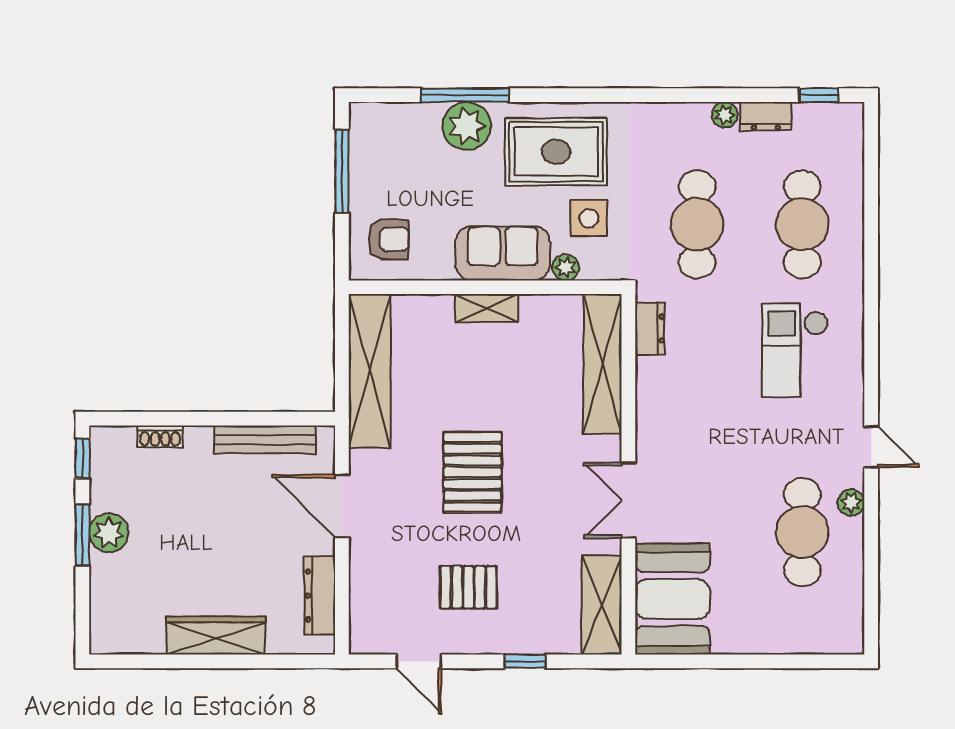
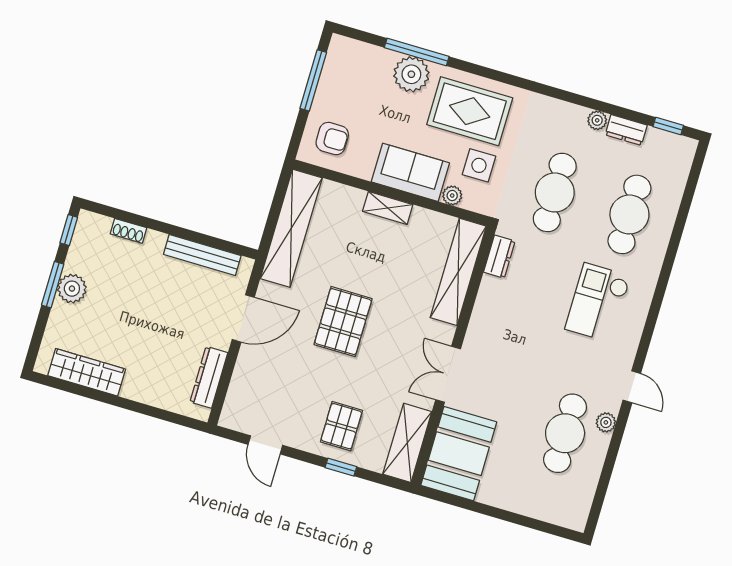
door: (342, 506) -> (243, 318), swing flipped
pallet: (468, 587) -> (341, 426), moved, turned 90
wardrobe: (216, 636) -> (87, 372), moved

